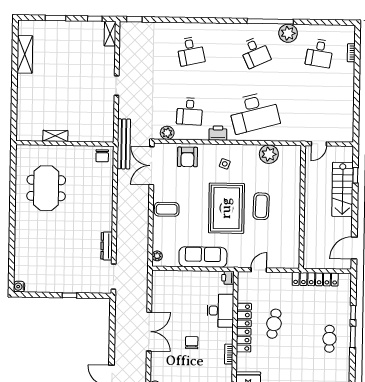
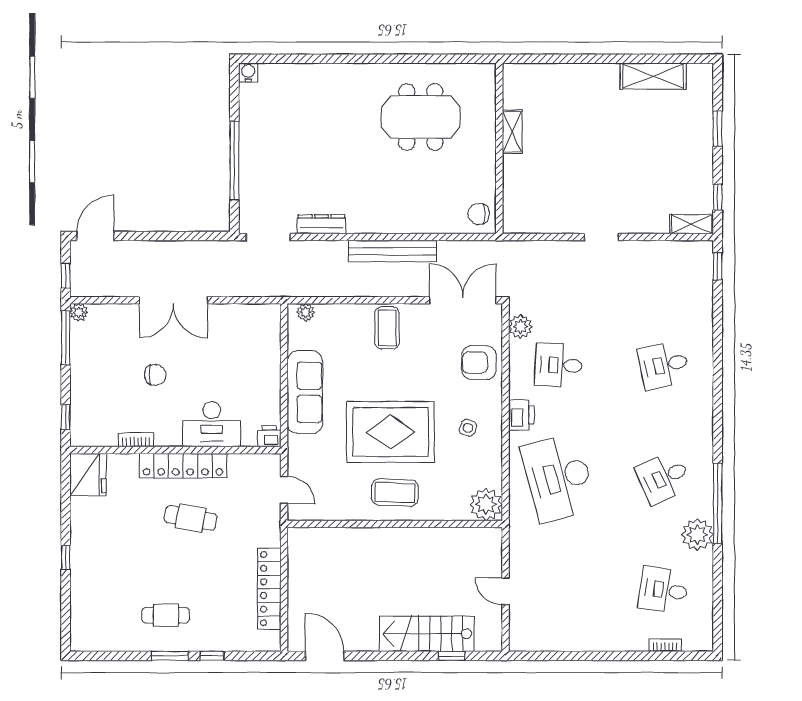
bench: (124, 144) -> (393, 251), moved
wall: (302, 207) -> (395, 524), moved
window: (69, 295) -> (234, 161), width x3.17

